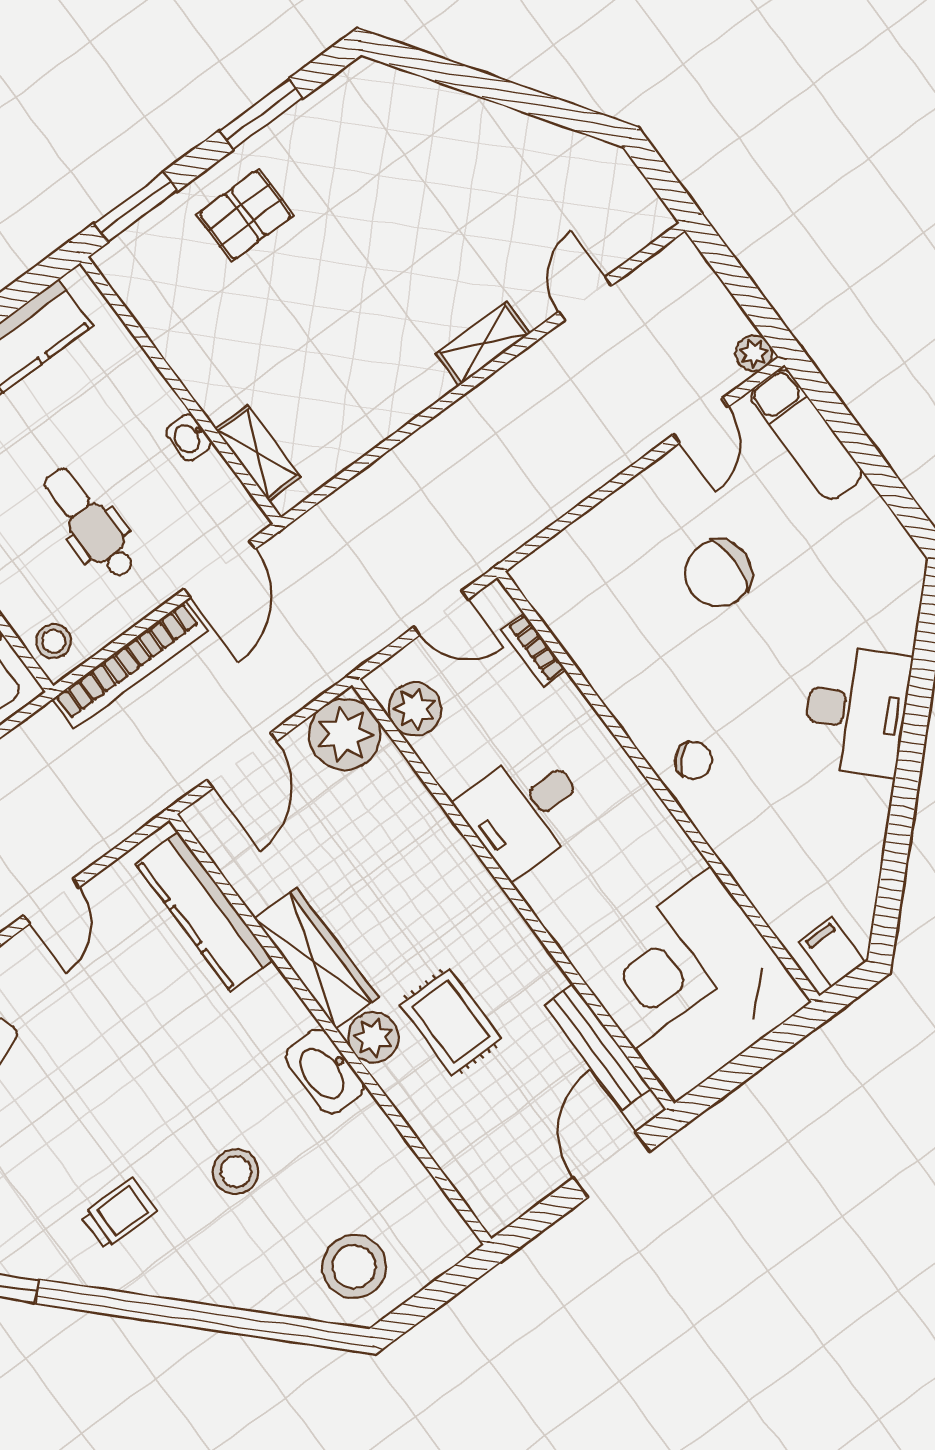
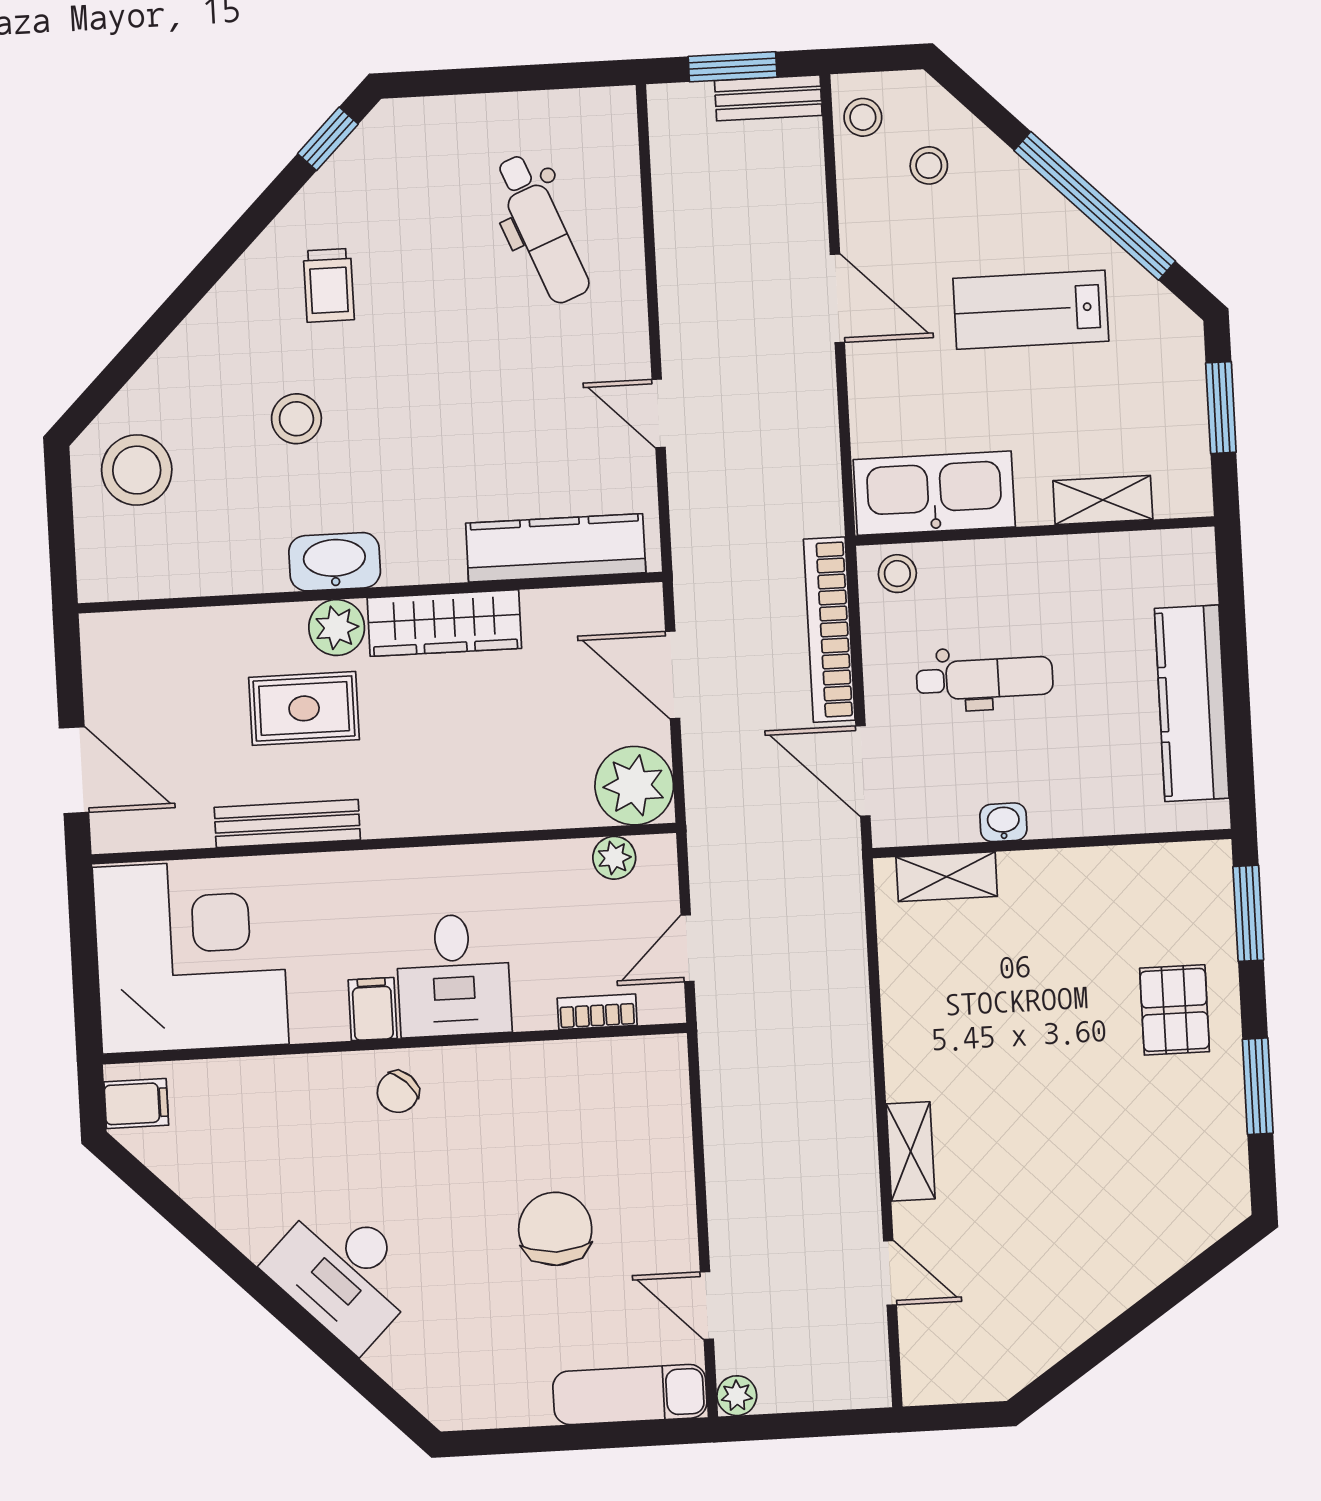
plant: (415, 709) -> (614, 858), width x0.73, depth x0.73
desk: (525, 811) -> (453, 975), moved, turned 180
filing cabinet: (643, 820) -> (373, 1009), added
bench: (598, 1047) -> (287, 824), moved

